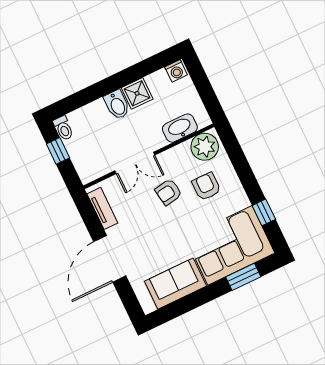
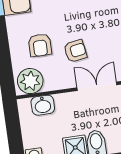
washbasin: (180, 128) -> (43, 105), width x0.72

